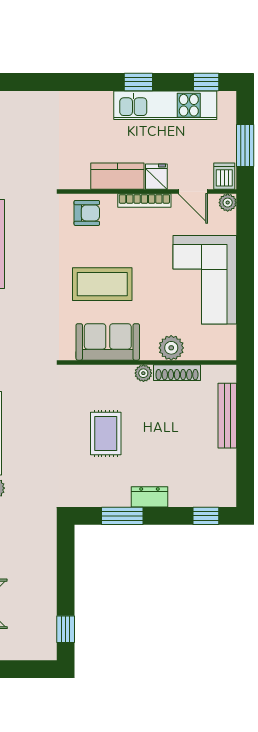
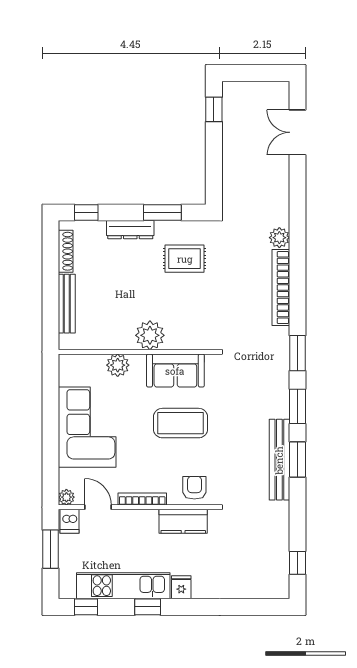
kitchen counter: (117, 176) -> (183, 521), moved
fridge: (156, 177) -> (181, 587), moved, turned 180
armchair: (87, 213) -> (194, 488), turned 90
plant: (143, 373) -> (150, 335), width x1.88, depth x1.88
shoe rack: (177, 373) -> (66, 251), moved, turned 90
rug: (106, 433) -> (185, 259), moved, turned 90
dresser: (150, 497) -> (130, 230), width x1.44

